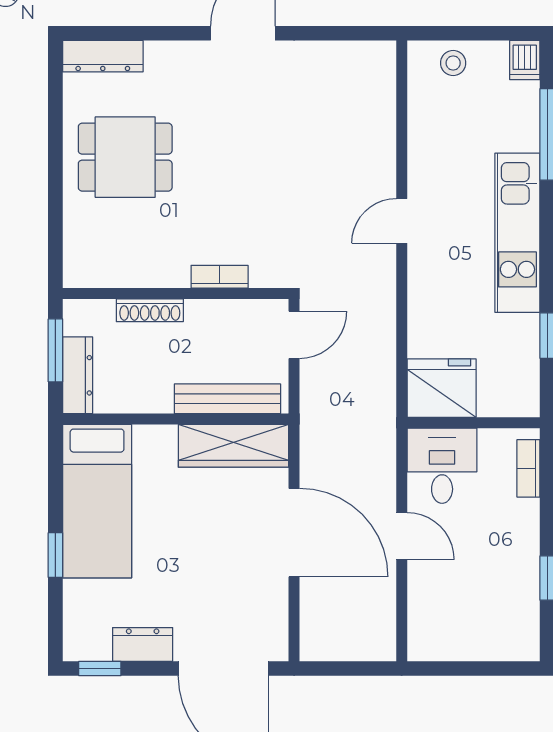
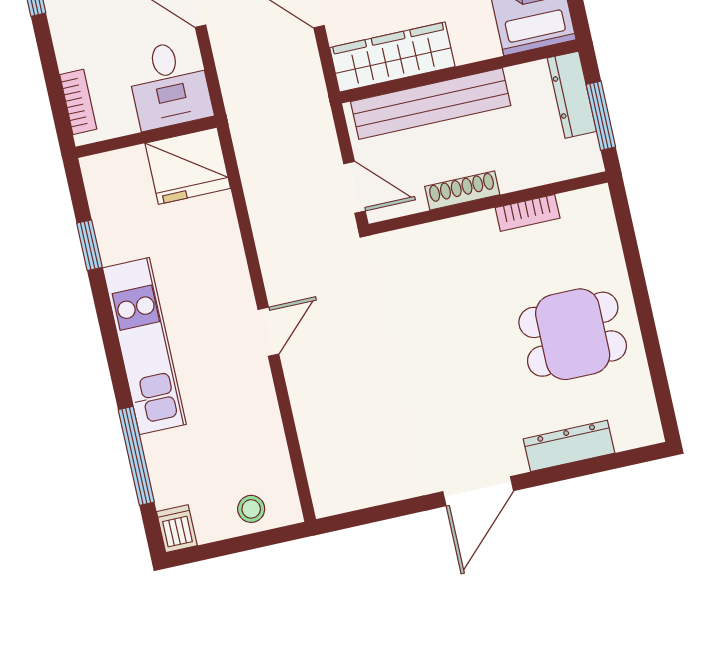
dresser: (103, 56) -> (569, 446), moved
bookcase: (220, 277) -> (528, 213), moved
shoe rack: (150, 310) -> (462, 190), moved
door: (294, 335) -> (355, 187), swing flipped
bench: (227, 399) -> (431, 104), width x1.37, depth x1.21

